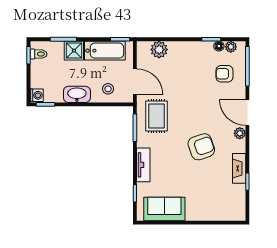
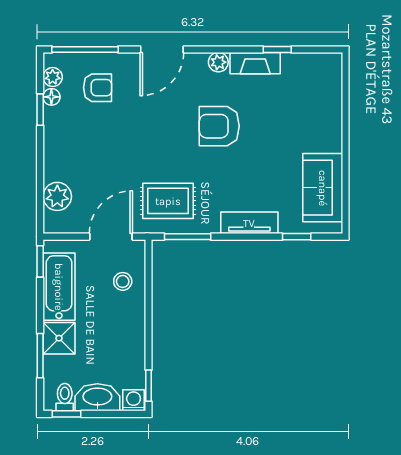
armchair: (224, 74) -> (98, 88), turned -90
washbasin: (77, 94) -> (97, 397), moved, turned 90
plant: (240, 133) -> (218, 62), moved
armchair: (201, 147) -> (219, 126), turned -71

